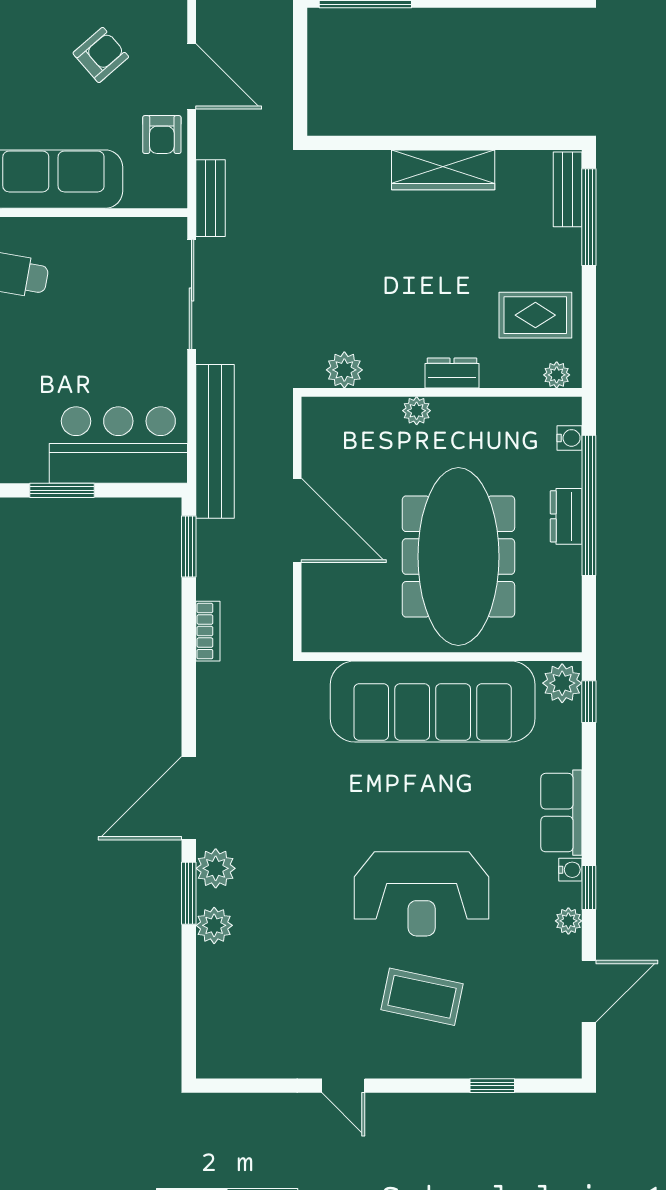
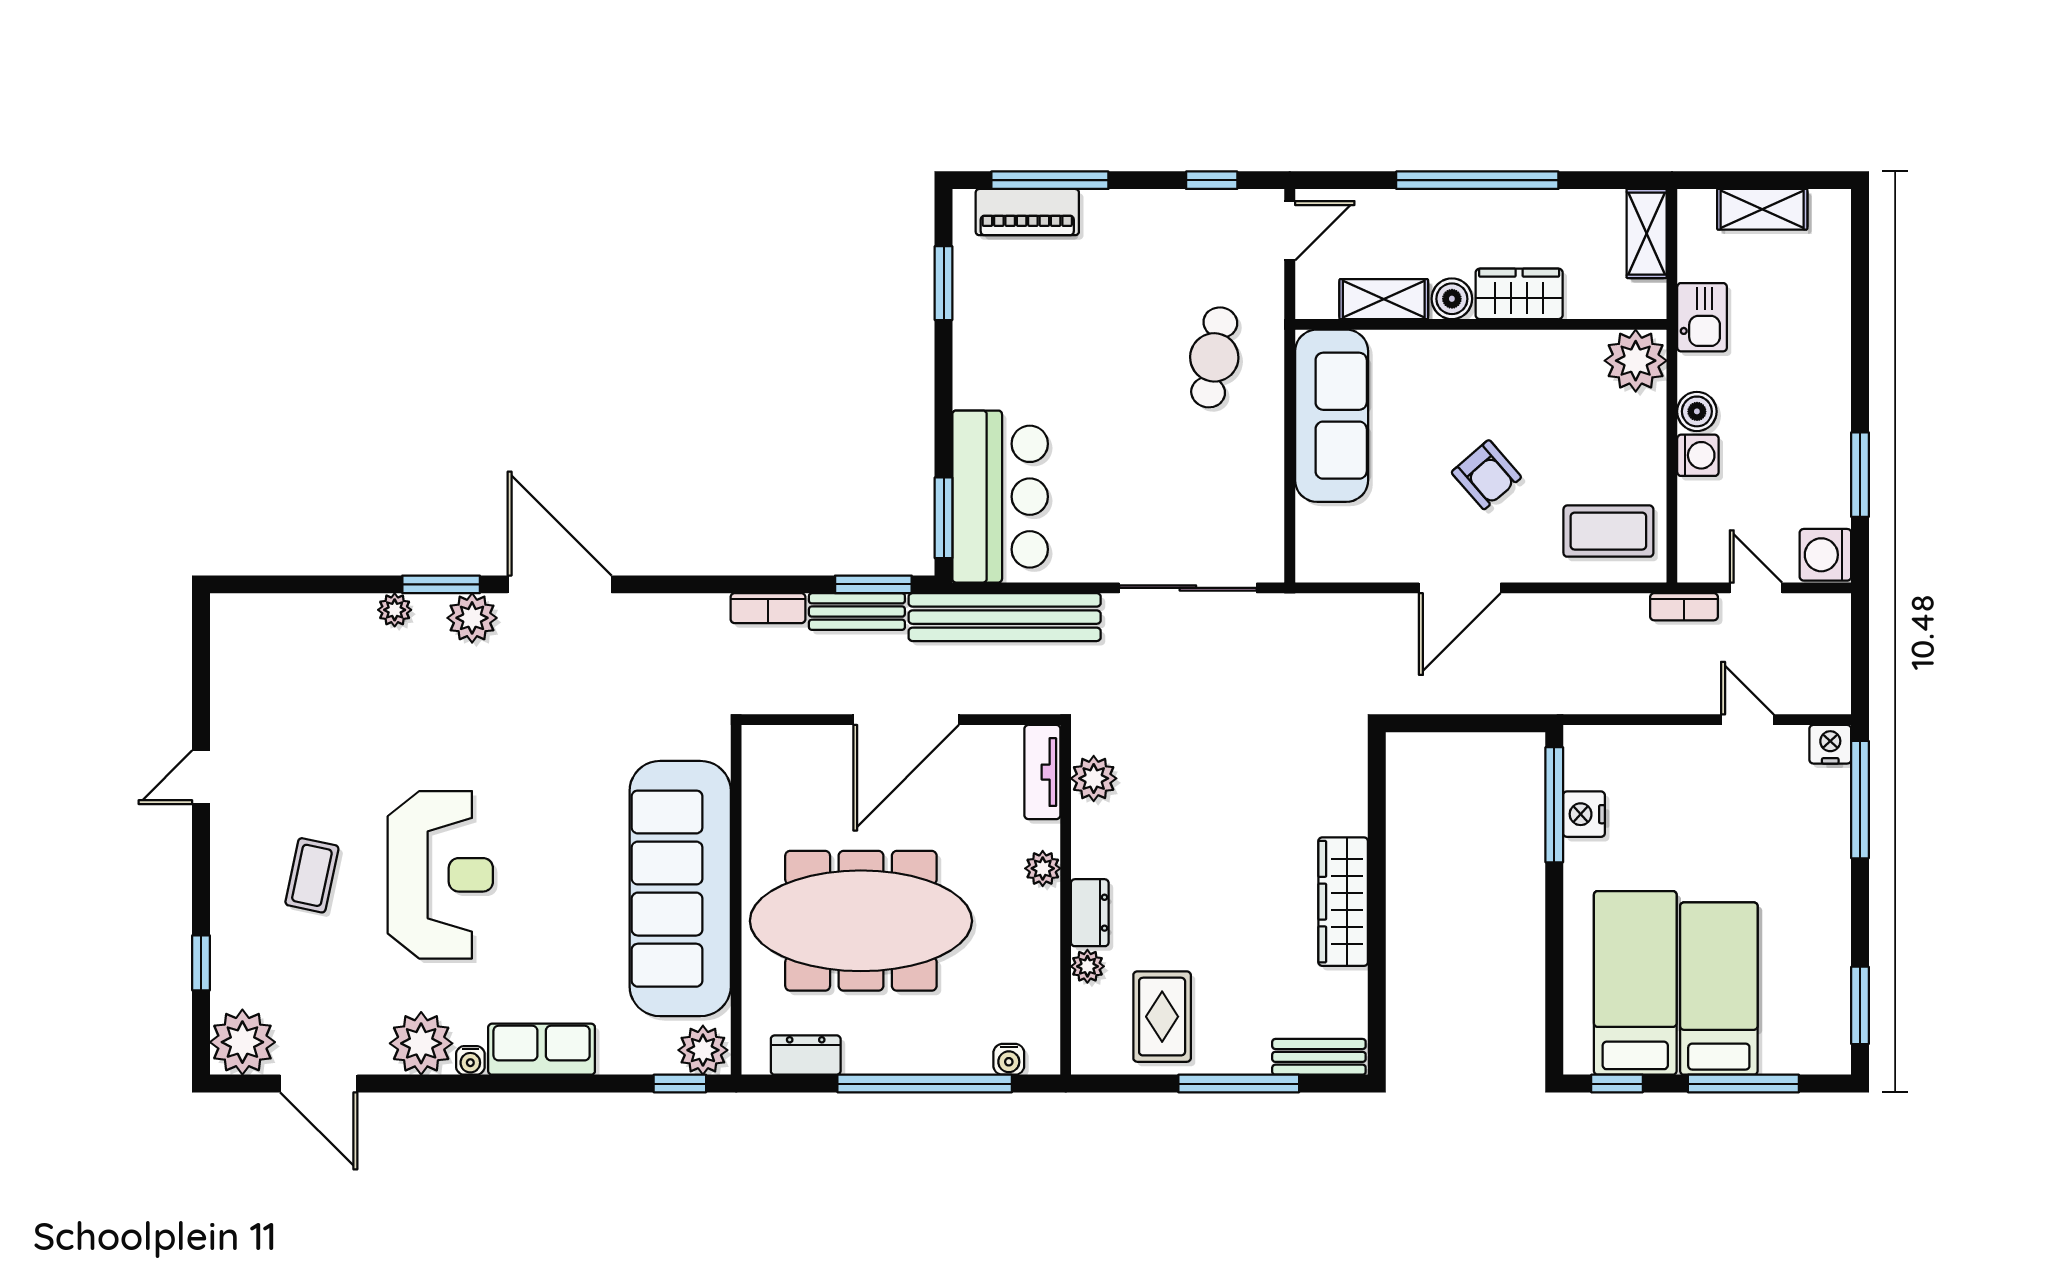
armchair: (162, 135) -> (1387, 551), removed
bench: (210, 198) -> (857, 612), moved
window: (589, 217) -> (1239, 1084), moved
plant: (557, 375) -> (1087, 966), moved
tv unit: (339, 411) -> (1042, 772), added
window: (62, 490) -> (944, 518), moved
dresser: (566, 516) -> (806, 1055), moved
window: (589, 887) -> (448, 1084), removed
reception desk: (422, 894) -> (440, 875), turned 180
plant: (568, 921) -> (421, 1043), width x1.88, depth x1.88
plant: (214, 925) -> (395, 610), width x0.73, depth x0.73
coffee table: (422, 997) -> (312, 875), width x0.73, depth x0.77
plant: (556, 1052) -> (242, 1042), added

